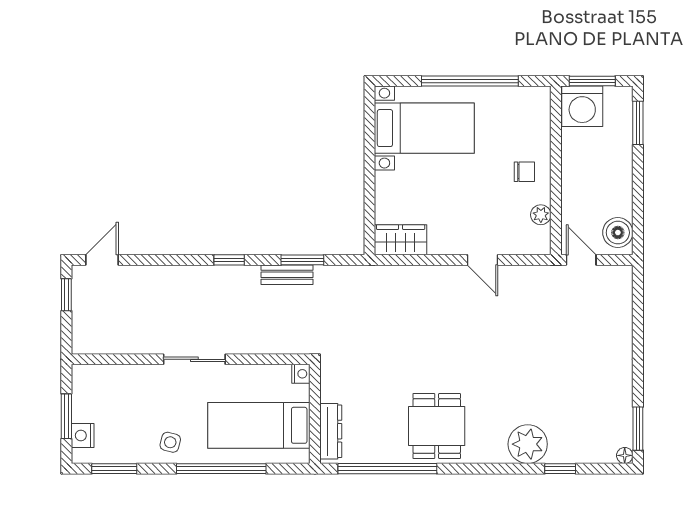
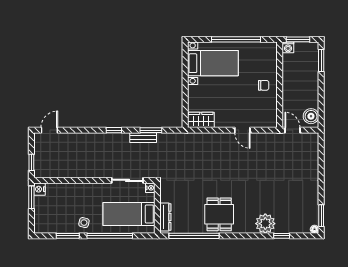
washing machine: (582, 106) -> (288, 47), width x0.53, depth x0.53
plant: (541, 215) -> (272, 107), removed
window: (66, 295) -> (31, 162), moved
sliding door: (194, 359) -> (127, 180), moved
window: (66, 416) -> (31, 197), moved
nightstand: (83, 435) -> (39, 189), moved
window: (114, 469) -> (68, 236), moved

